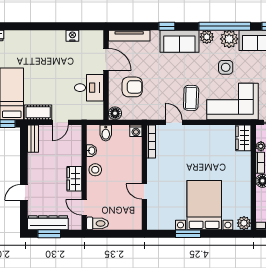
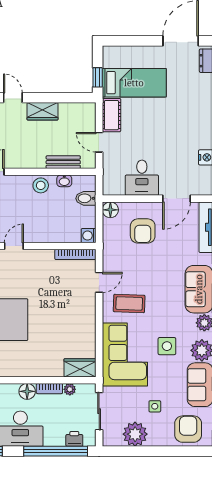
bench: (33, 139) -> (63, 162), moved
wardrobe: (74, 179) -> (43, 111), moved, turned 180

